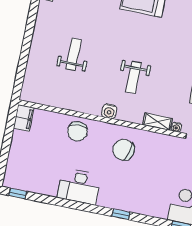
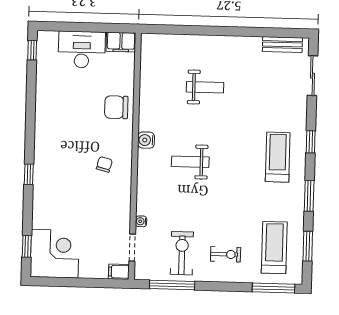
shelving: (157, 122) -> (144, 198), removed
chair: (124, 150) -> (104, 164), width x0.54, depth x0.54
desk: (79, 186) -> (82, 50), moved, turned 90

